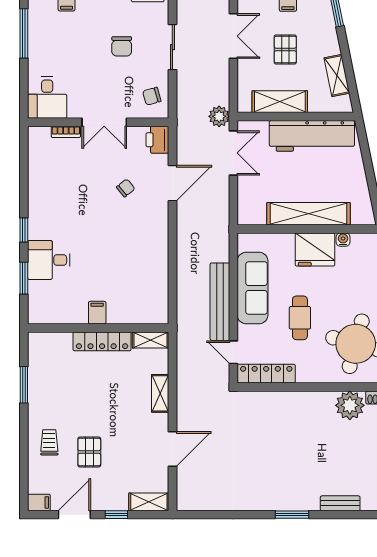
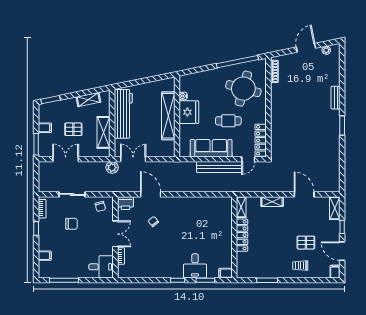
filing cabinet: (97, 313) -> (225, 273), moved
plant: (350, 405) -> (279, 92), removed

